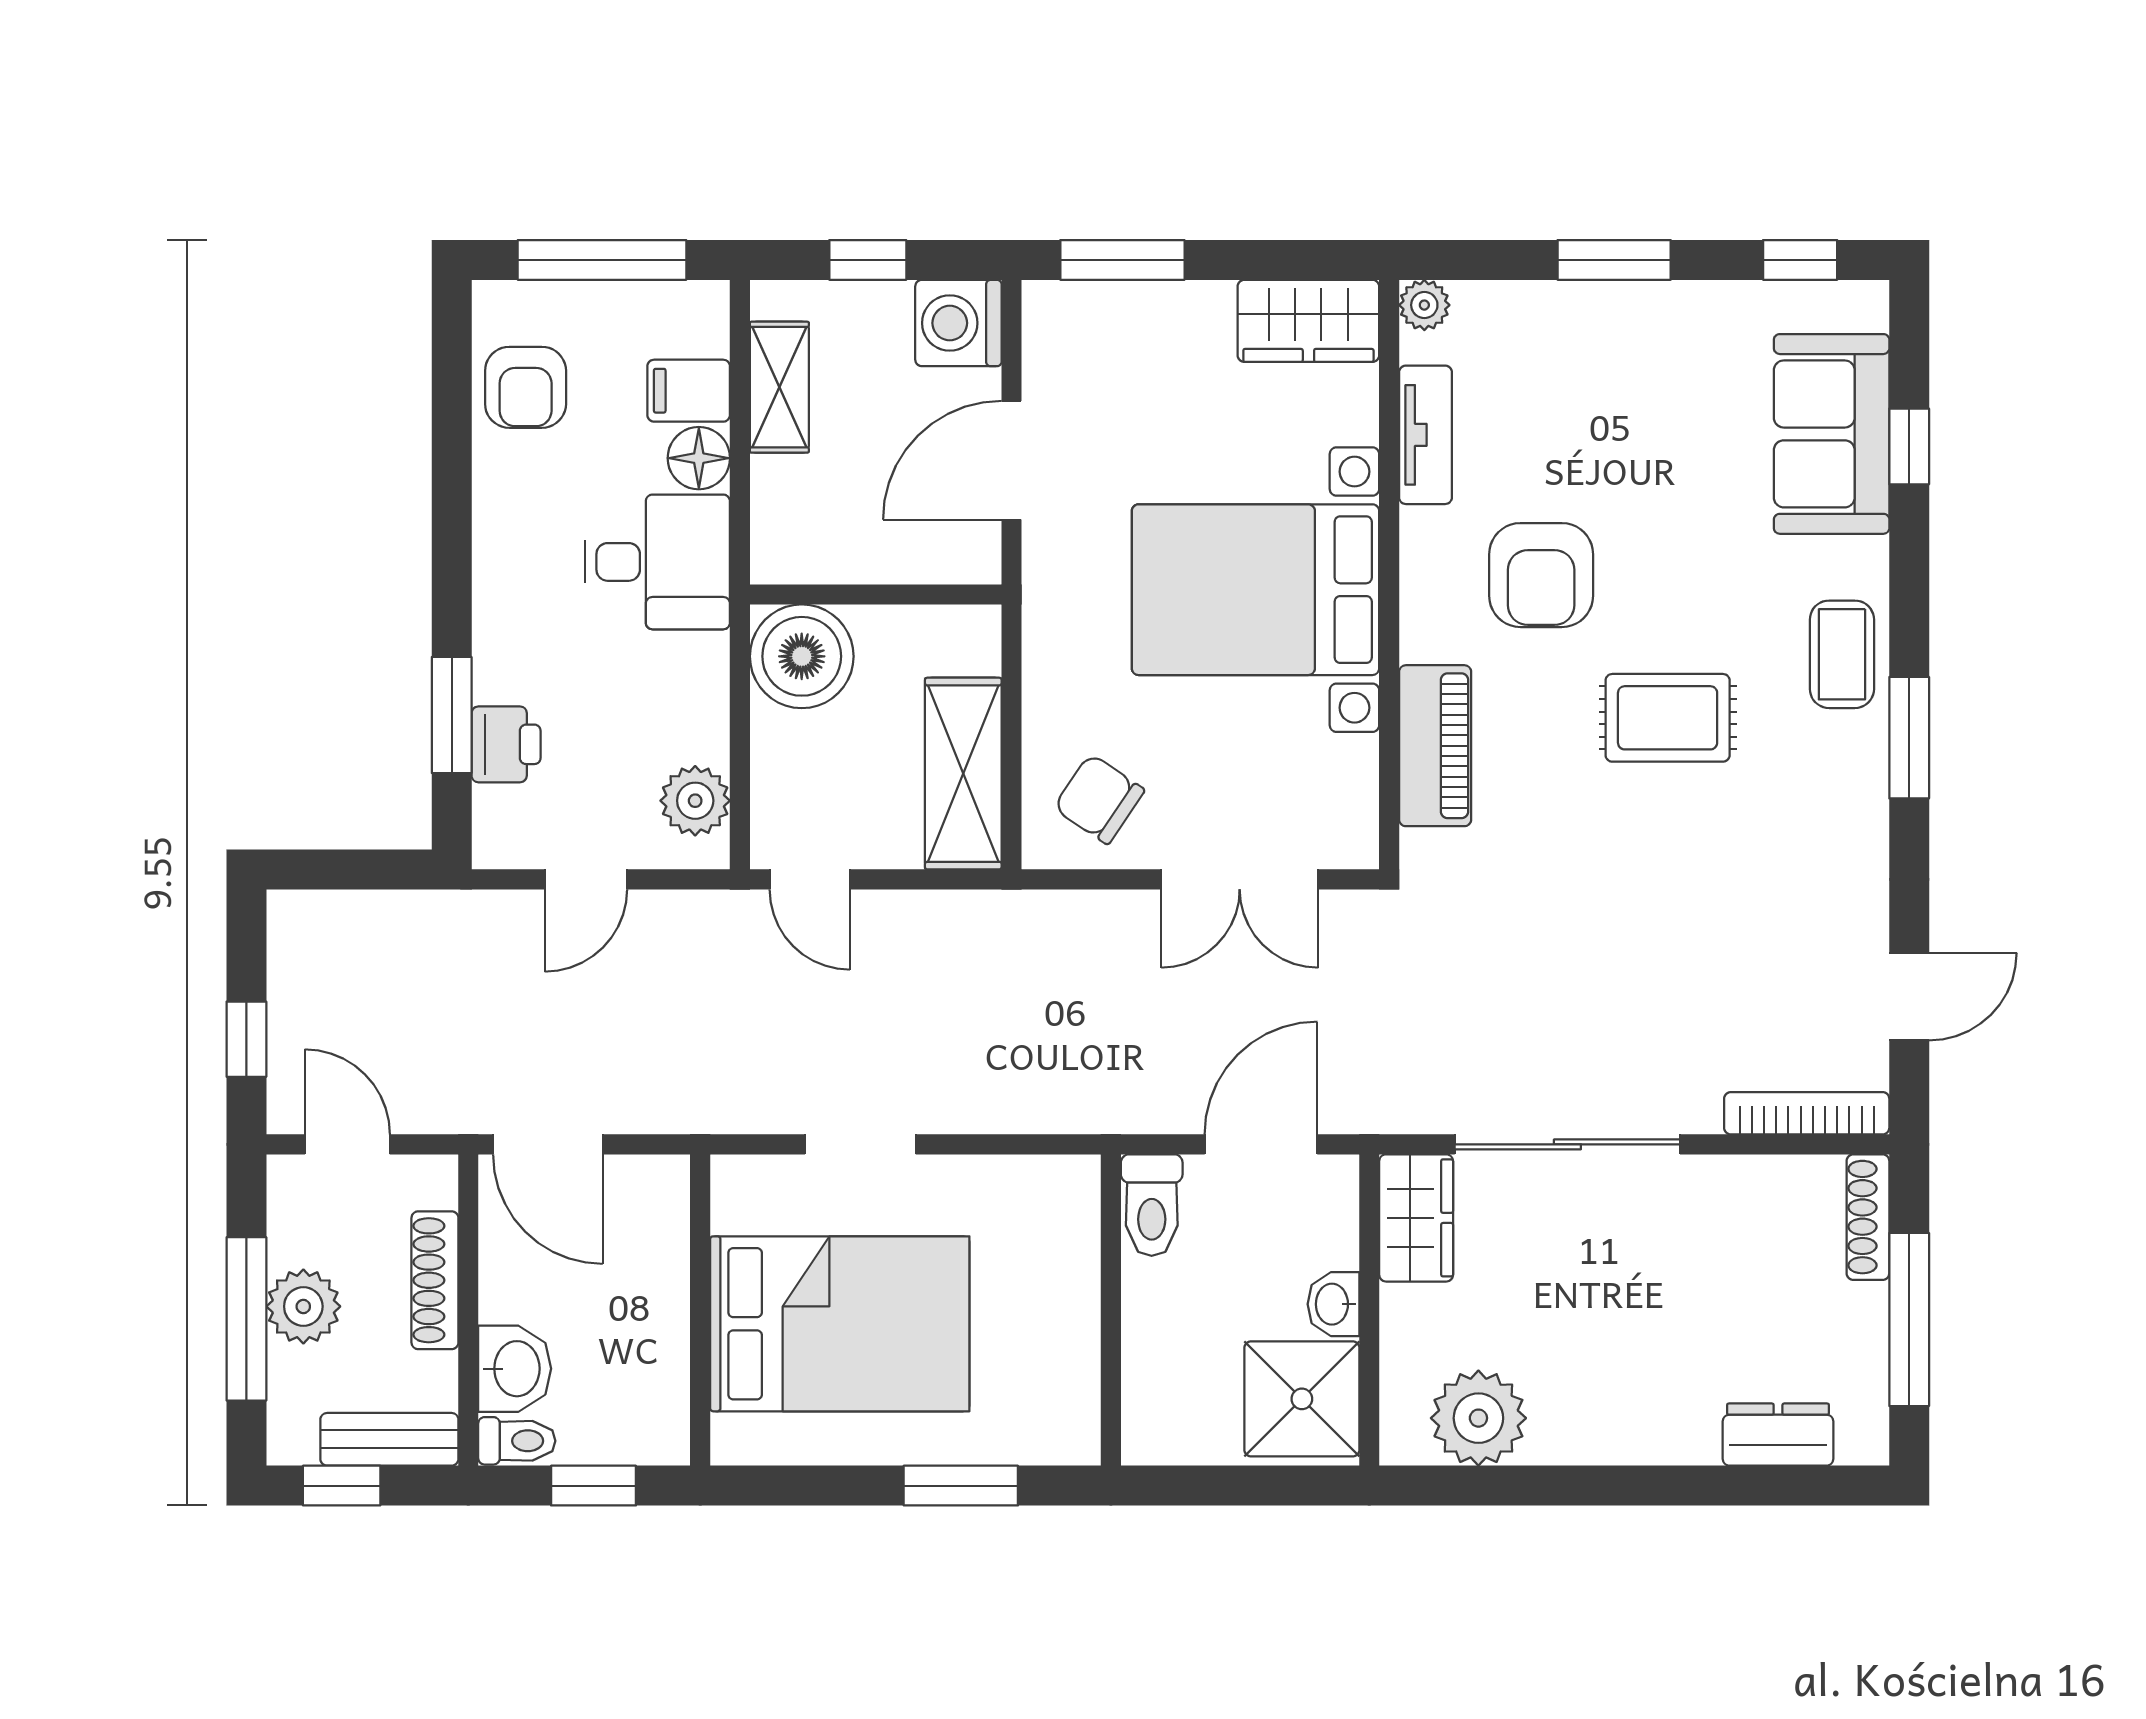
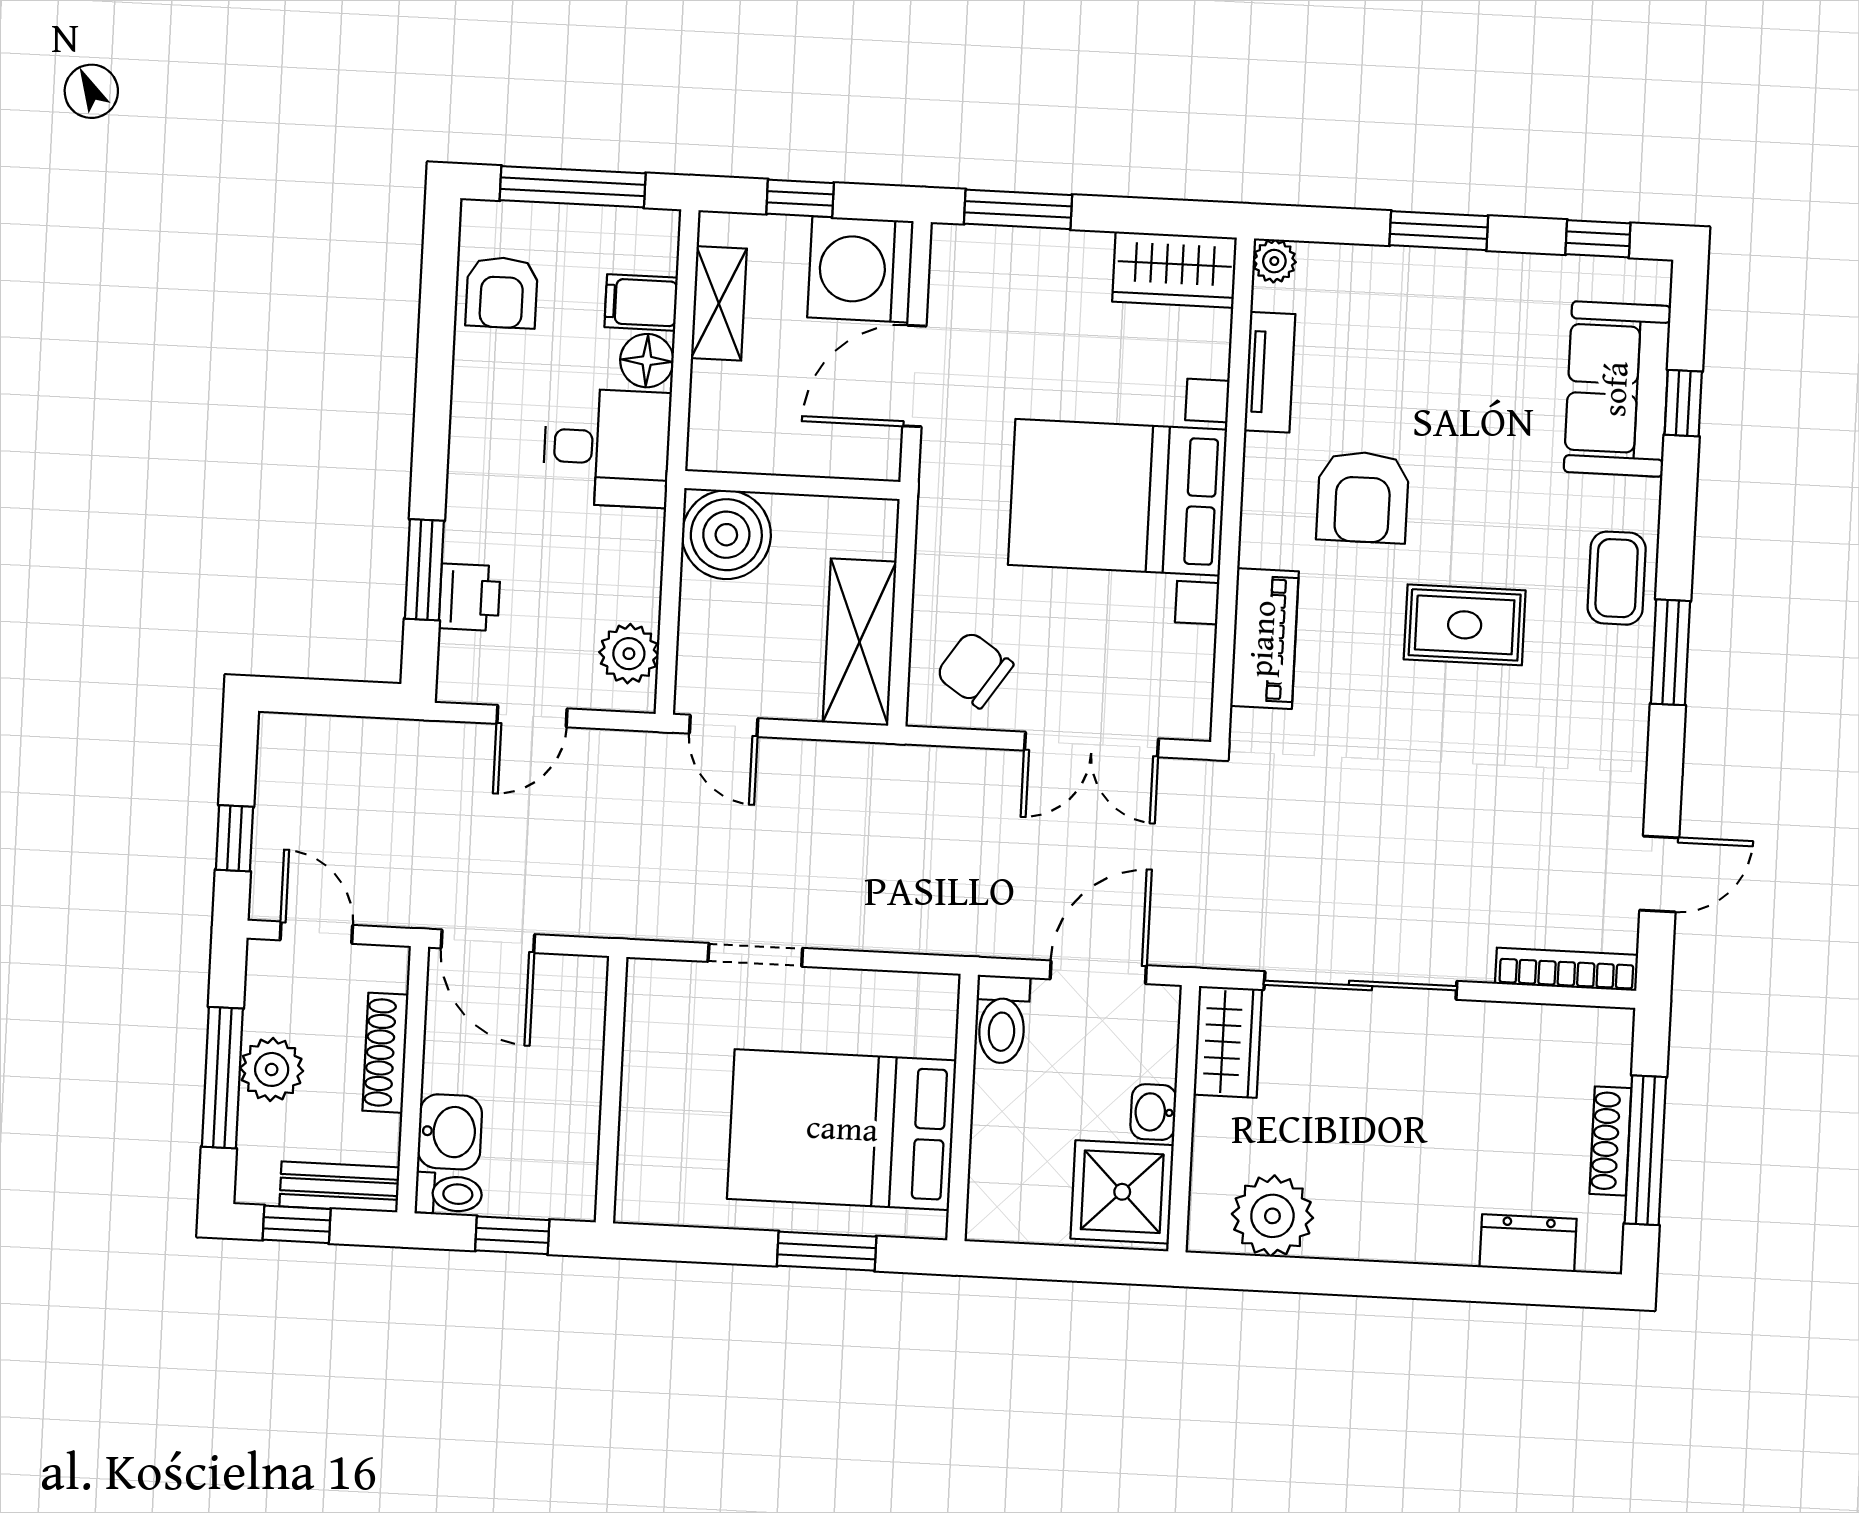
washing machine: (958, 323) -> (860, 269), width x1.37, depth x1.37
shoe rack: (1868, 1217) -> (1610, 1141), moved
bed: (840, 1324) -> (842, 1130), moved, turned 180

